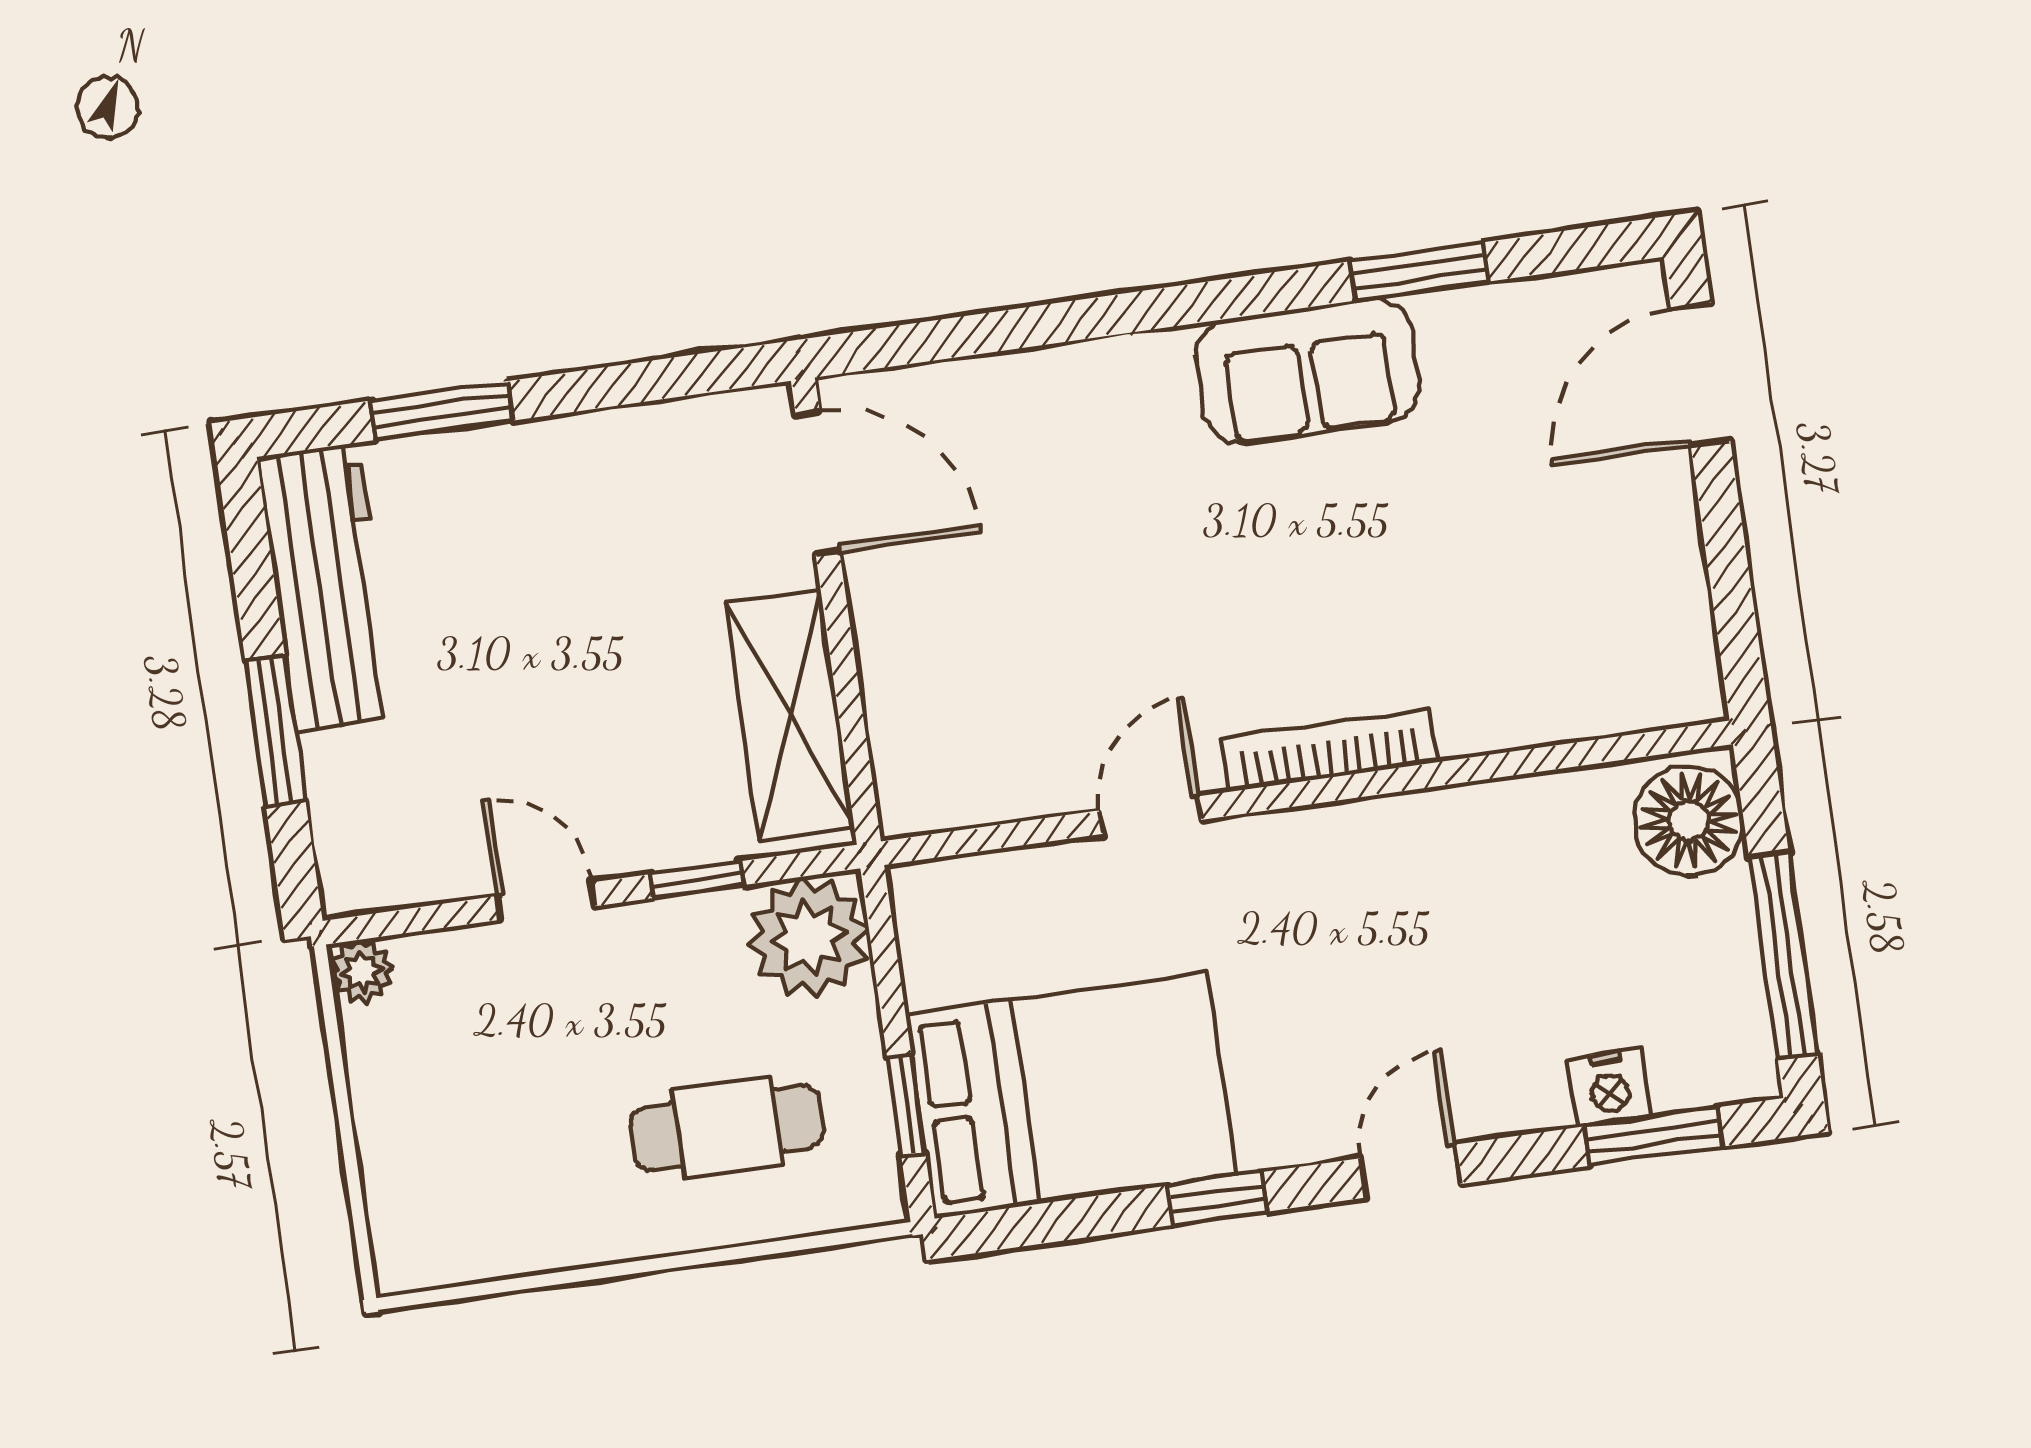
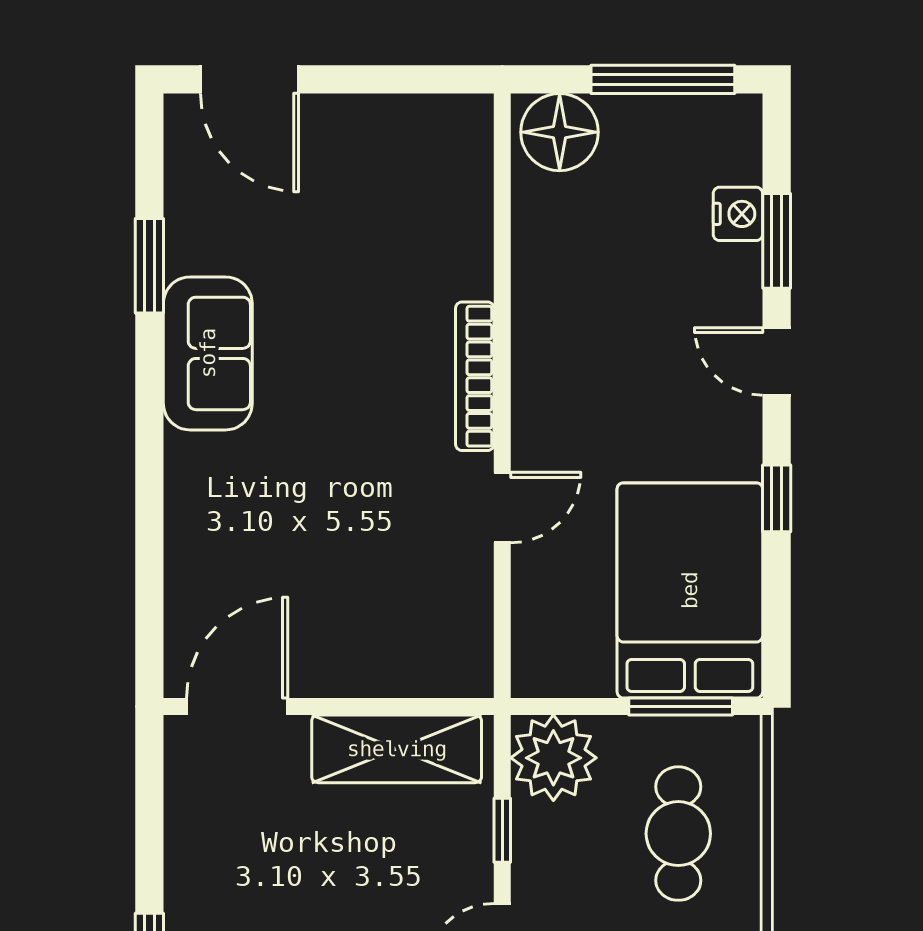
door: (1150, 815) -> (502, 507), swing flipped
window: (906, 1105) -> (681, 706), width x1.50
window: (1654, 1136) -> (777, 241), moved

